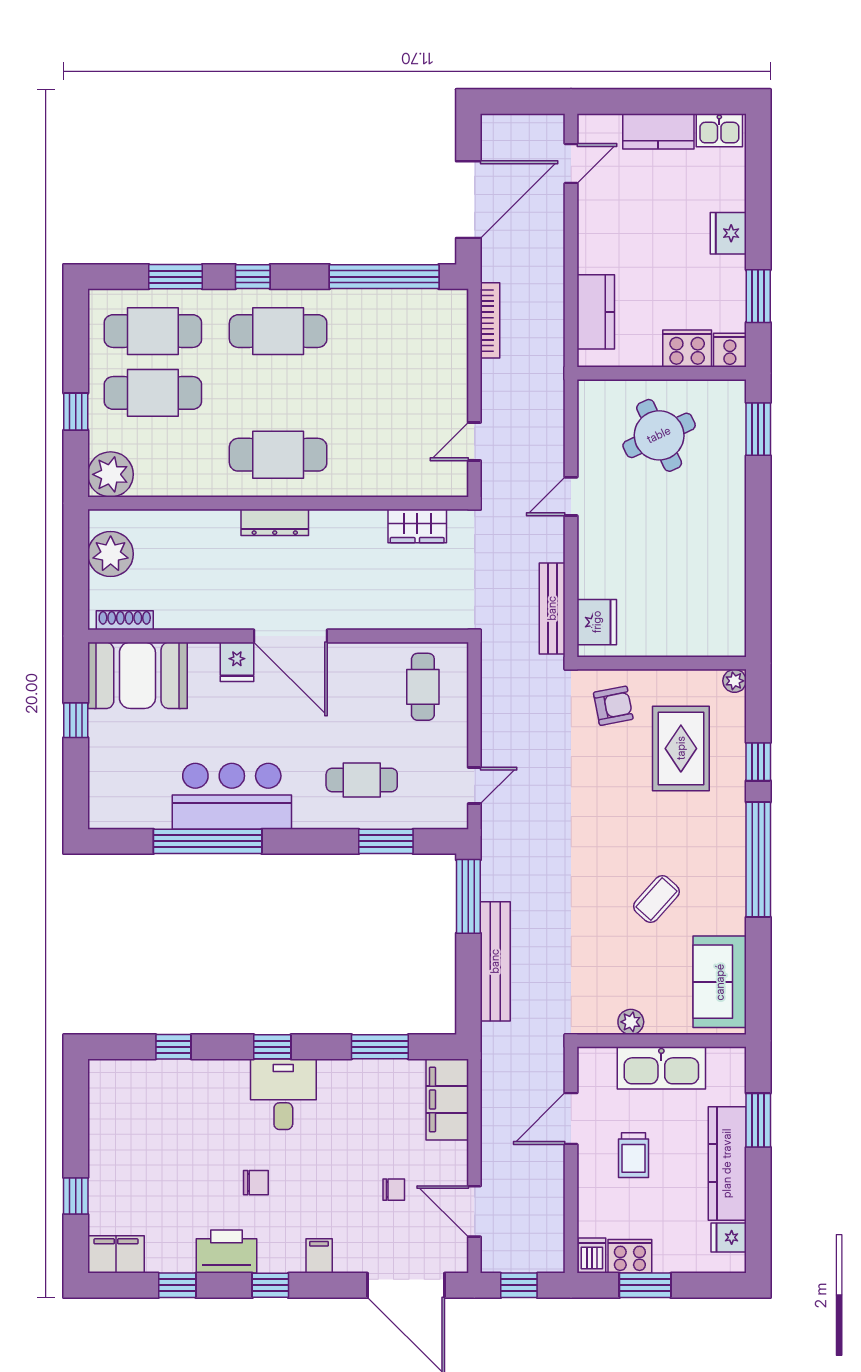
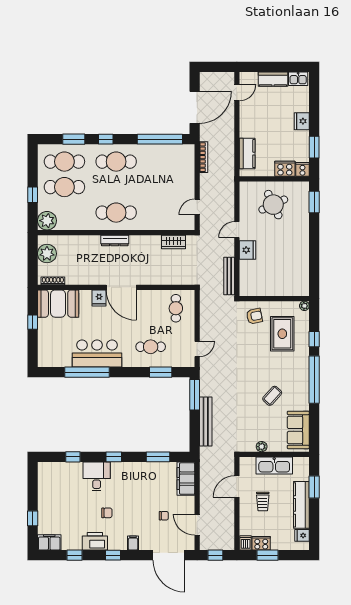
fridge: (597, 622) -> (248, 250), moved
desk: (283, 1094) -> (97, 476), moved

